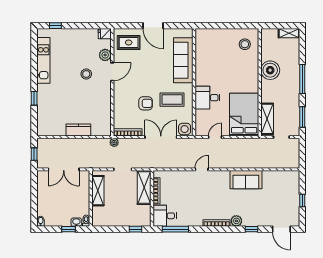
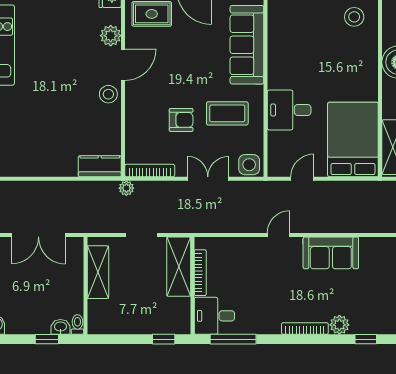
stool: (86, 74) -> (108, 94), moved
kitchen counter: (78, 130) -> (100, 166), moved
double door: (161, 137) -> (208, 179), width x0.73
sofa: (246, 180) -> (331, 253), moved

